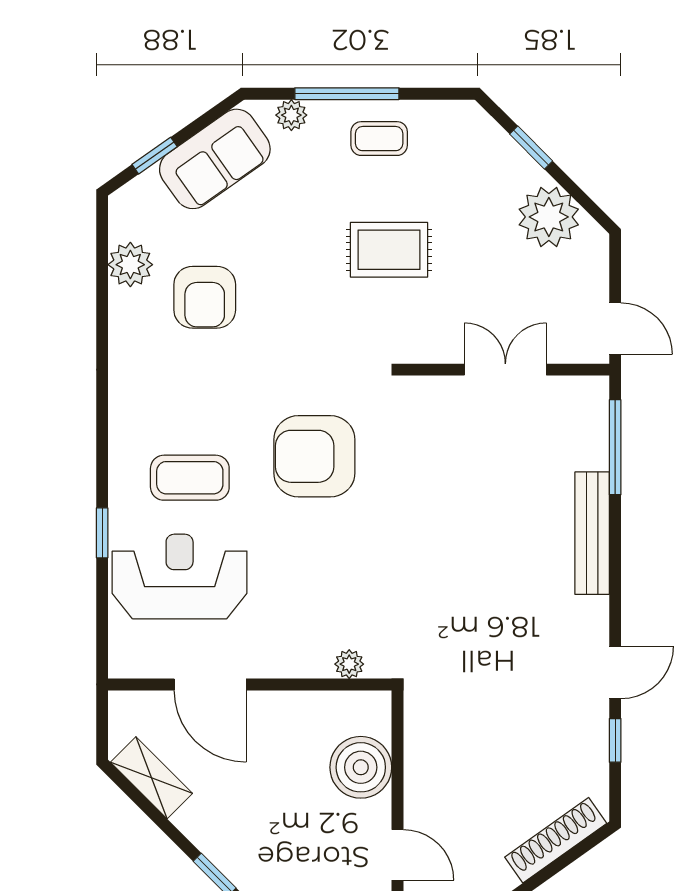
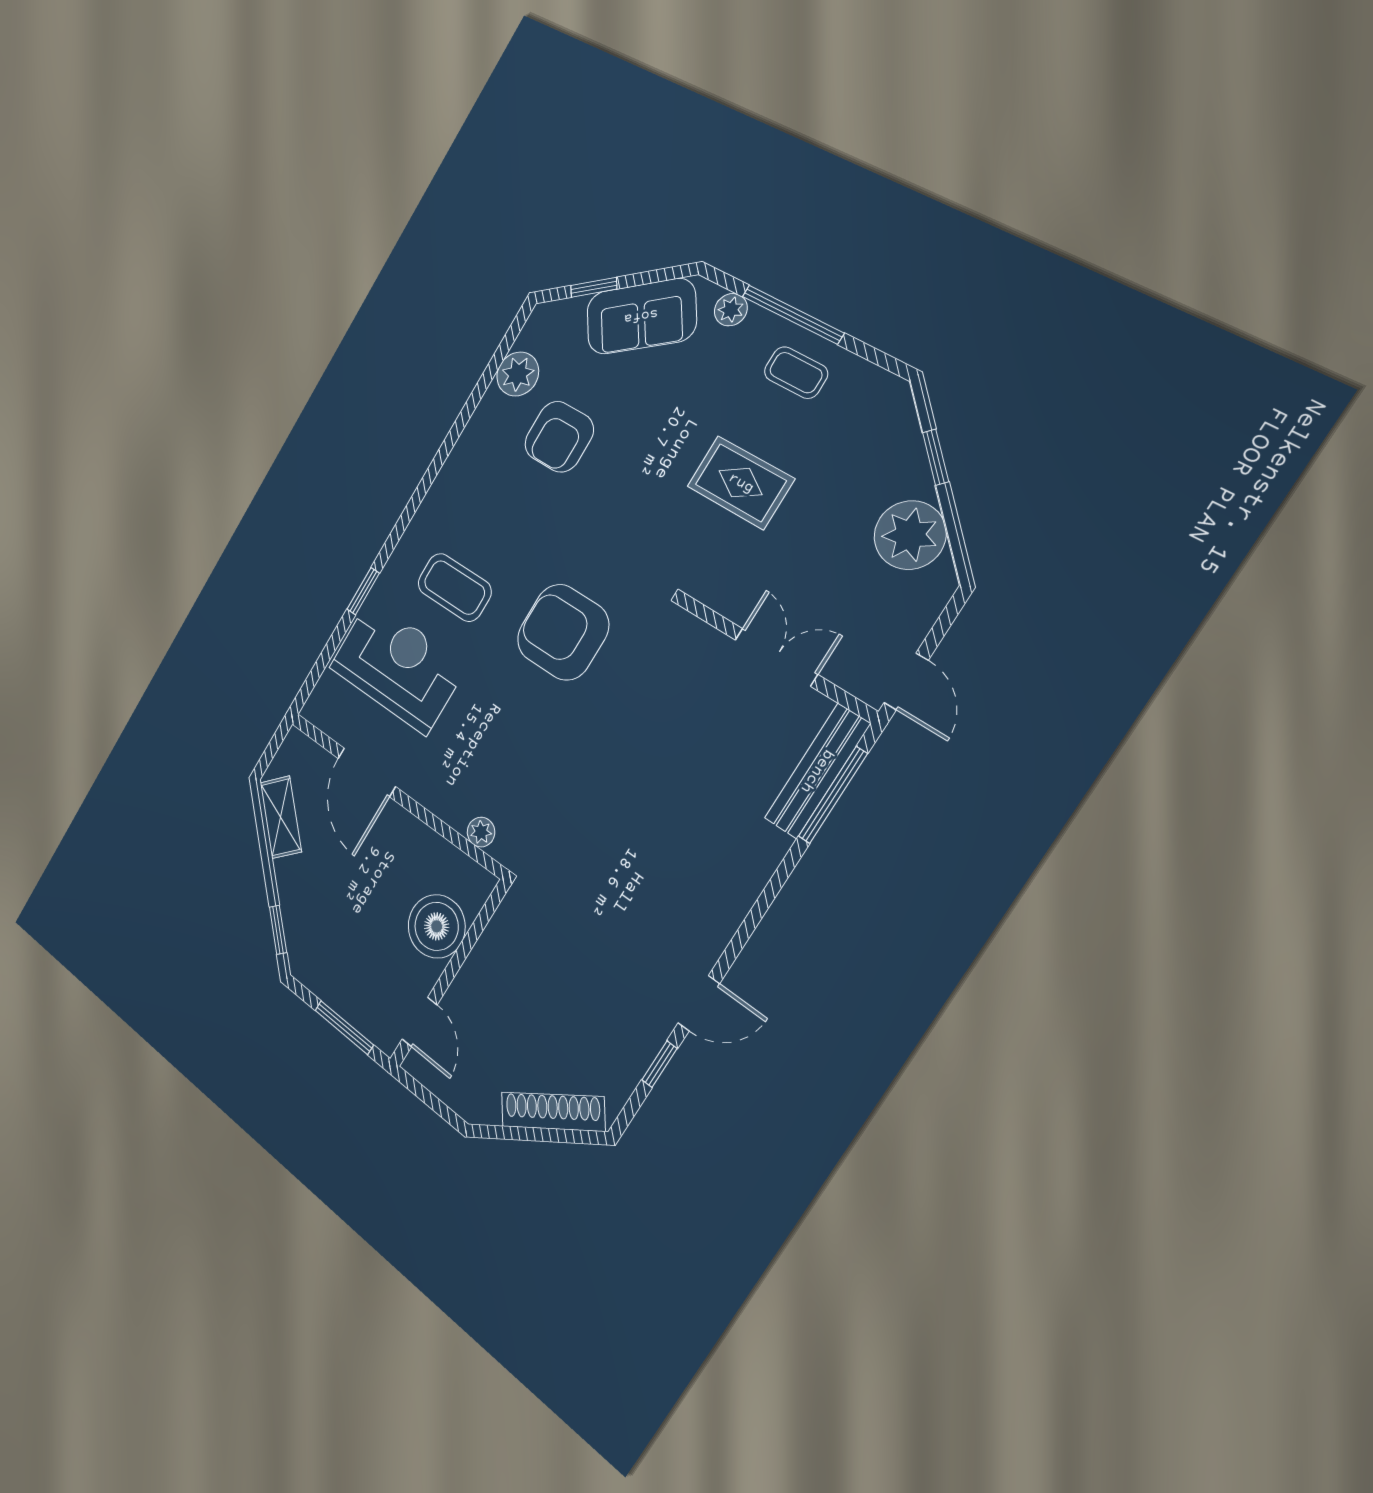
bench: (592, 533) -> (817, 771), moved

